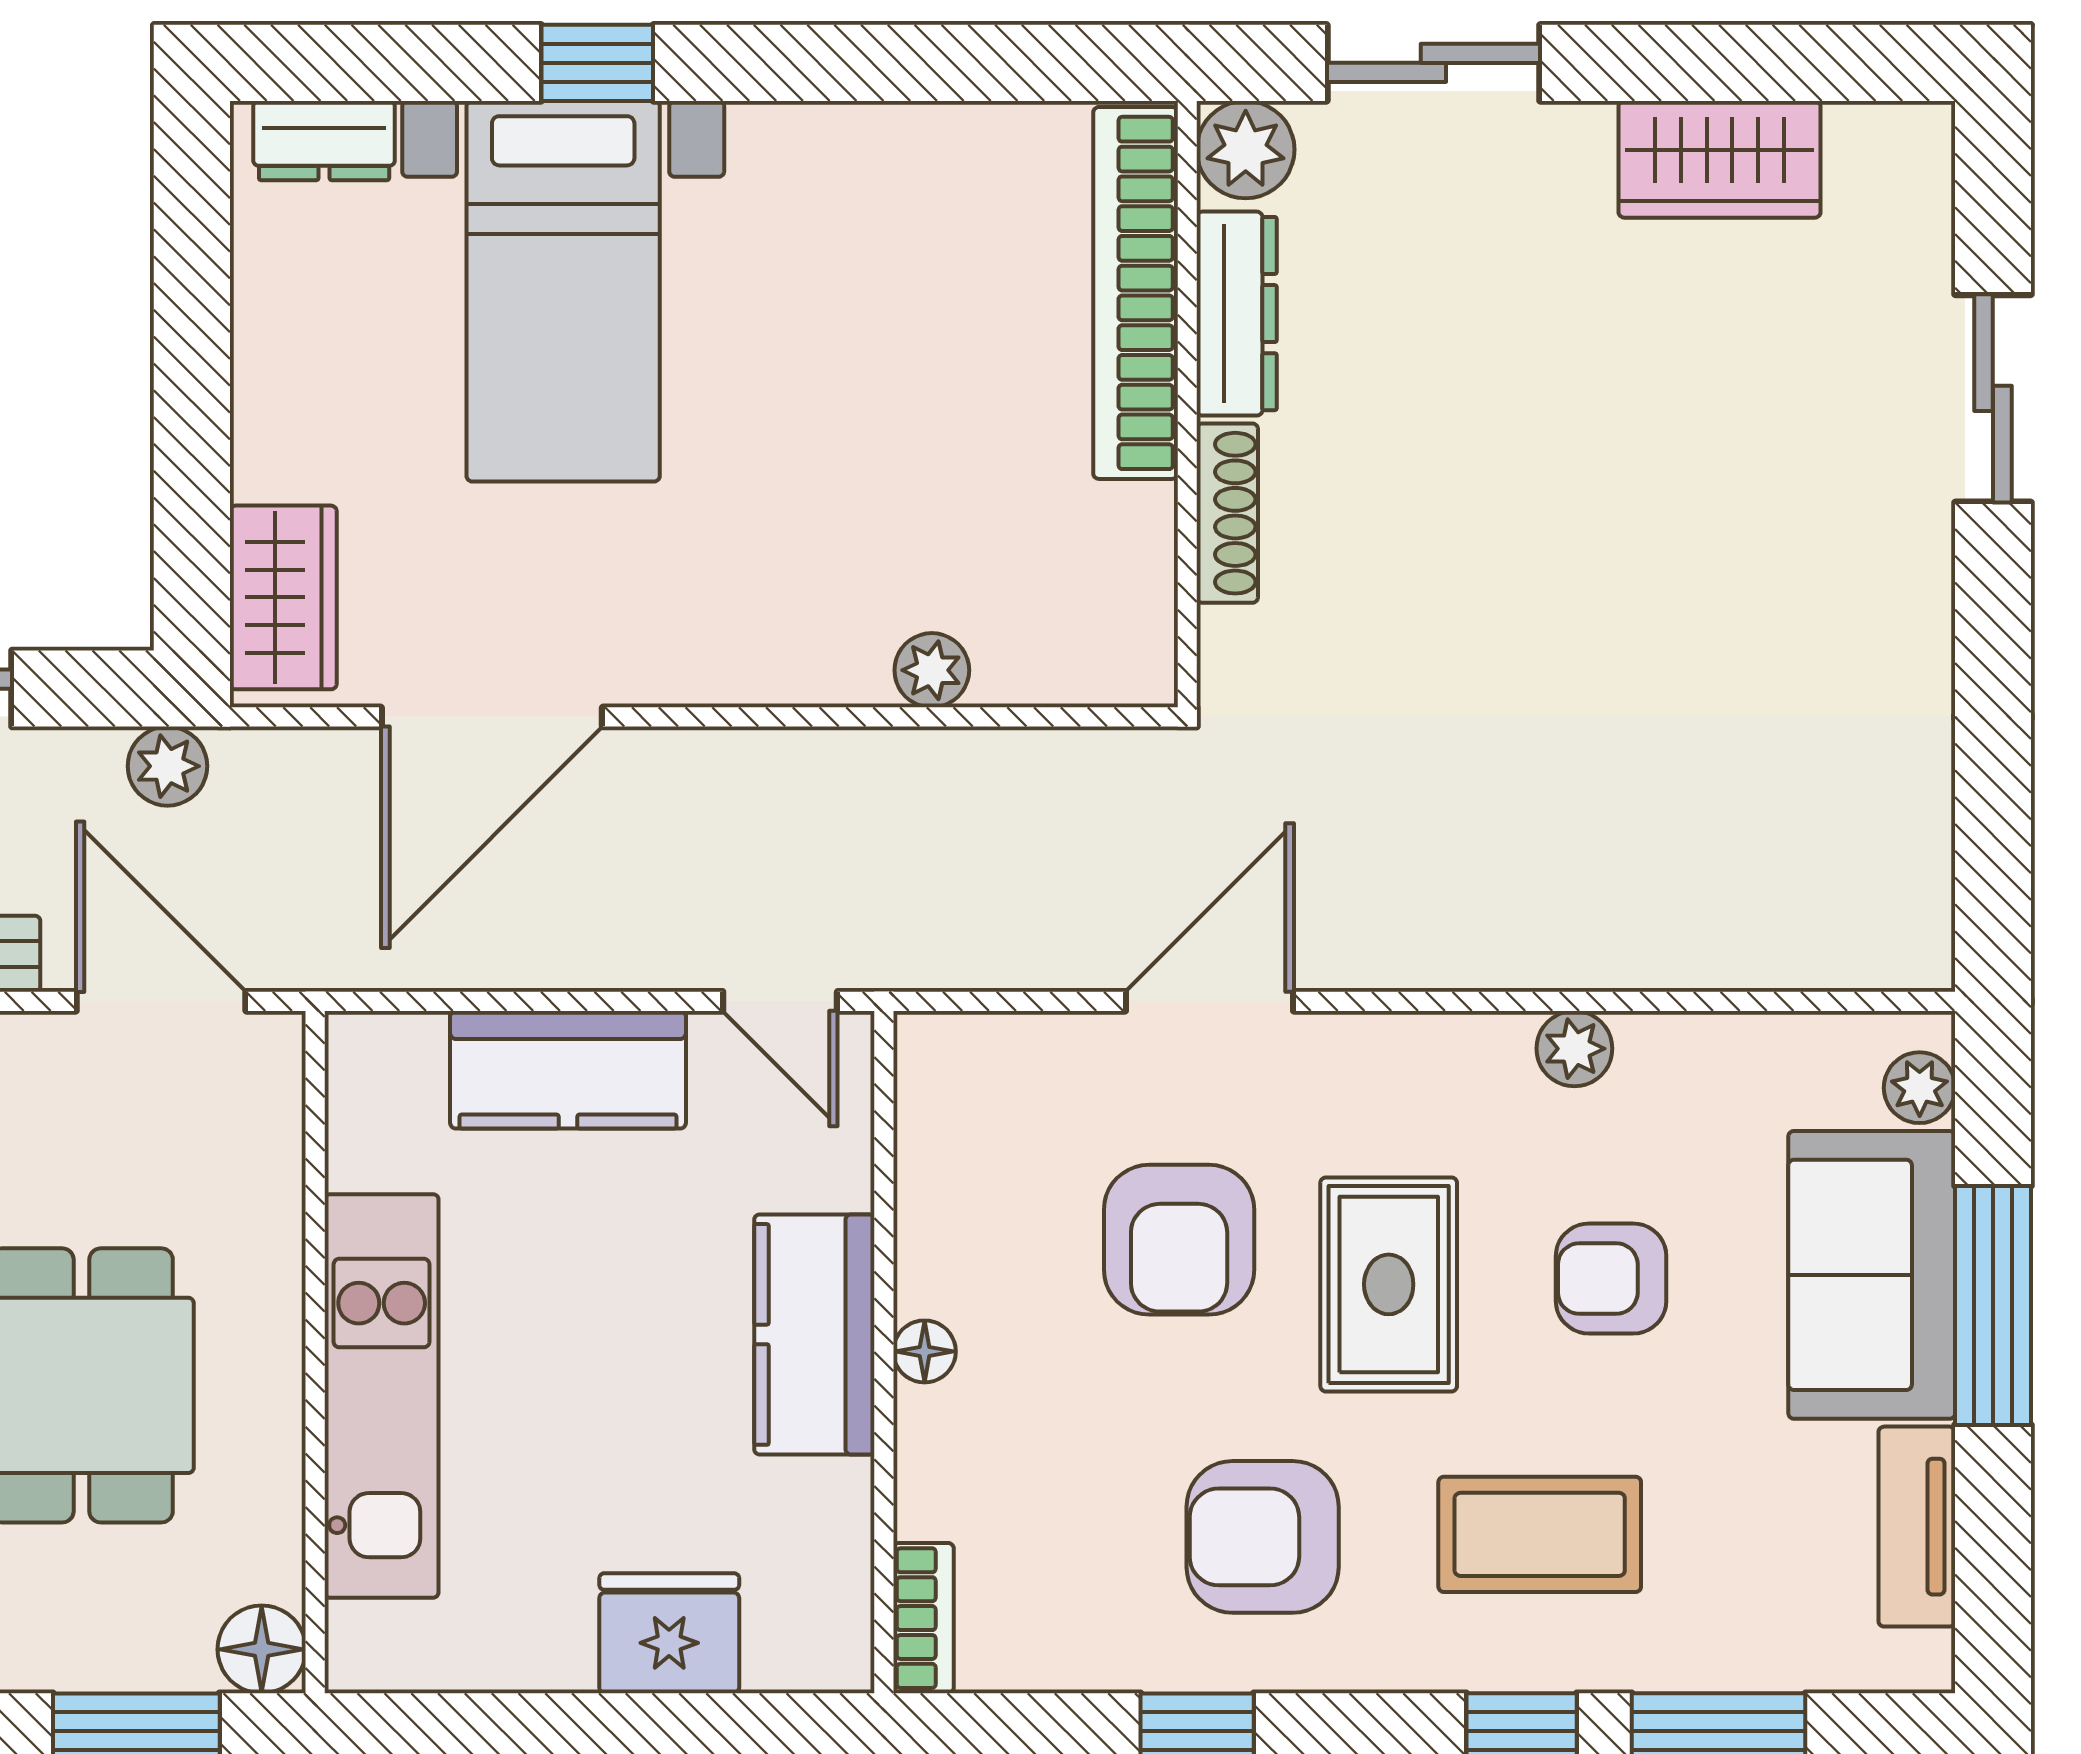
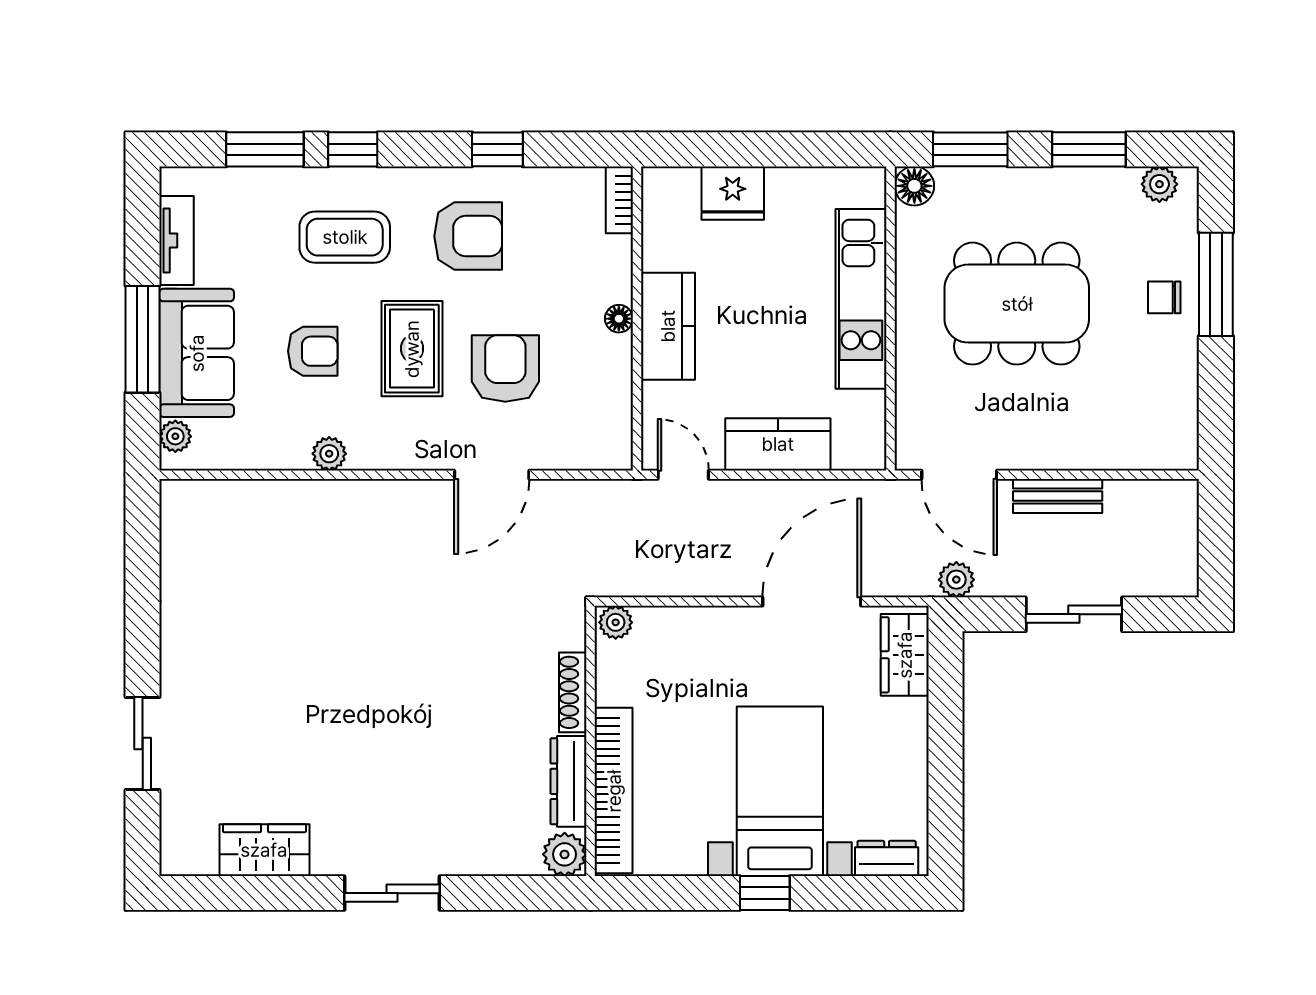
plant: (1246, 150) -> (565, 854), moved
bookcase: (1136, 293) -> (614, 791), moved
dresser: (1237, 314) -> (568, 781), moved
wall: (1187, 404) -> (590, 741), moved
shoe rack: (1227, 513) -> (573, 692), moved

